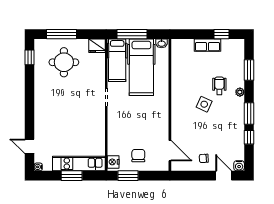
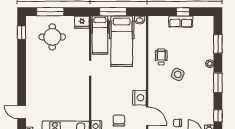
window: (222, 34) -> (183, 12), moved
wheelchair: (219, 86) -> (161, 57), moved
nightstand: (161, 130) -> (139, 98), added
window: (249, 137) -> (218, 116), moved

